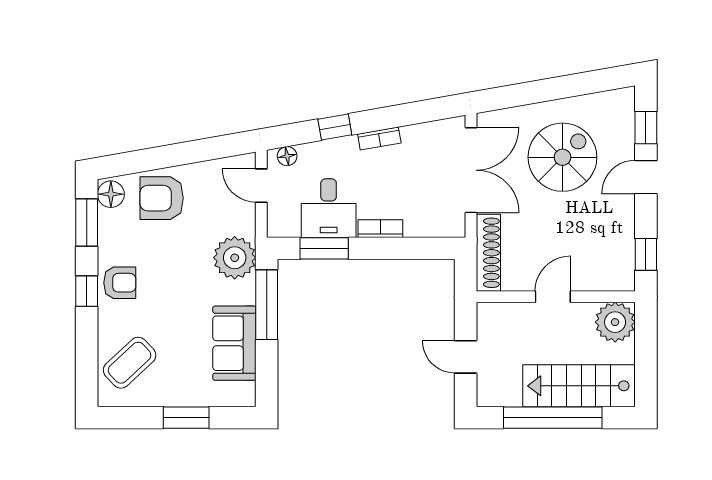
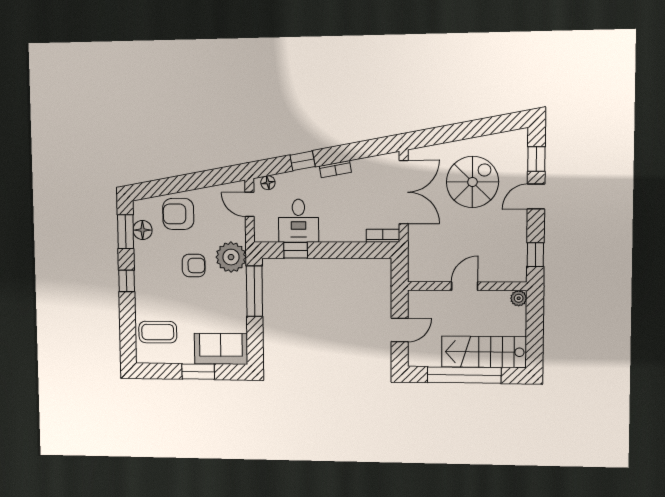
floor lamp: (111, 194) -> (143, 230), moved
bookcase: (380, 229) -> (383, 236), moved
window: (324, 248) -> (296, 250), width x0.67
shoe rack: (488, 253) -> (416, 253), removed
armchair: (120, 283) -> (194, 265), moved
plant: (615, 322) -> (519, 298), width x0.53, depth x0.53
sofa: (234, 343) -> (221, 349), moved, turned 90
door: (466, 357) -> (400, 330), swing flipped
coffee table: (130, 363) -> (158, 332), turned 43

